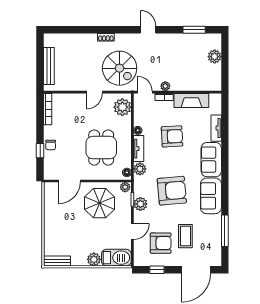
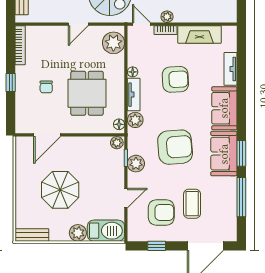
chair: (51, 145) -> (46, 87), moved
window: (40, 151) -> (11, 83), moved
window: (225, 196) -> (241, 153), added
parasol: (99, 203) -> (60, 190), moved

